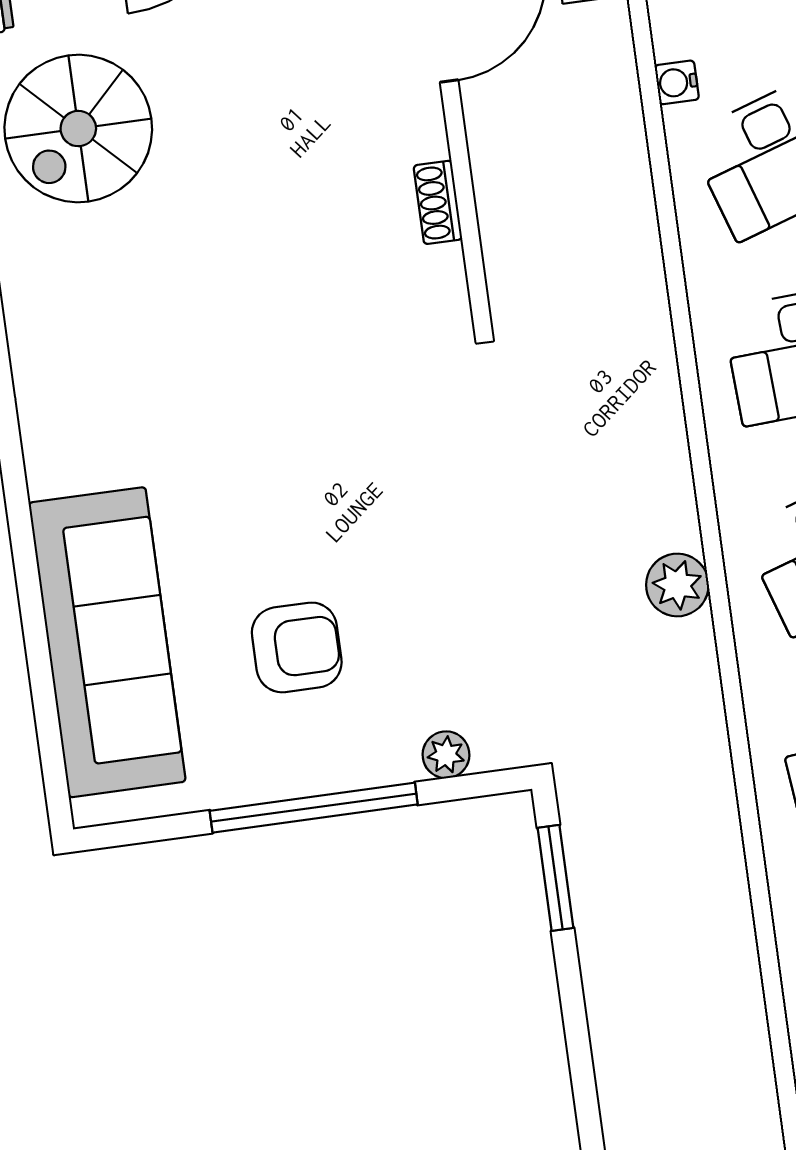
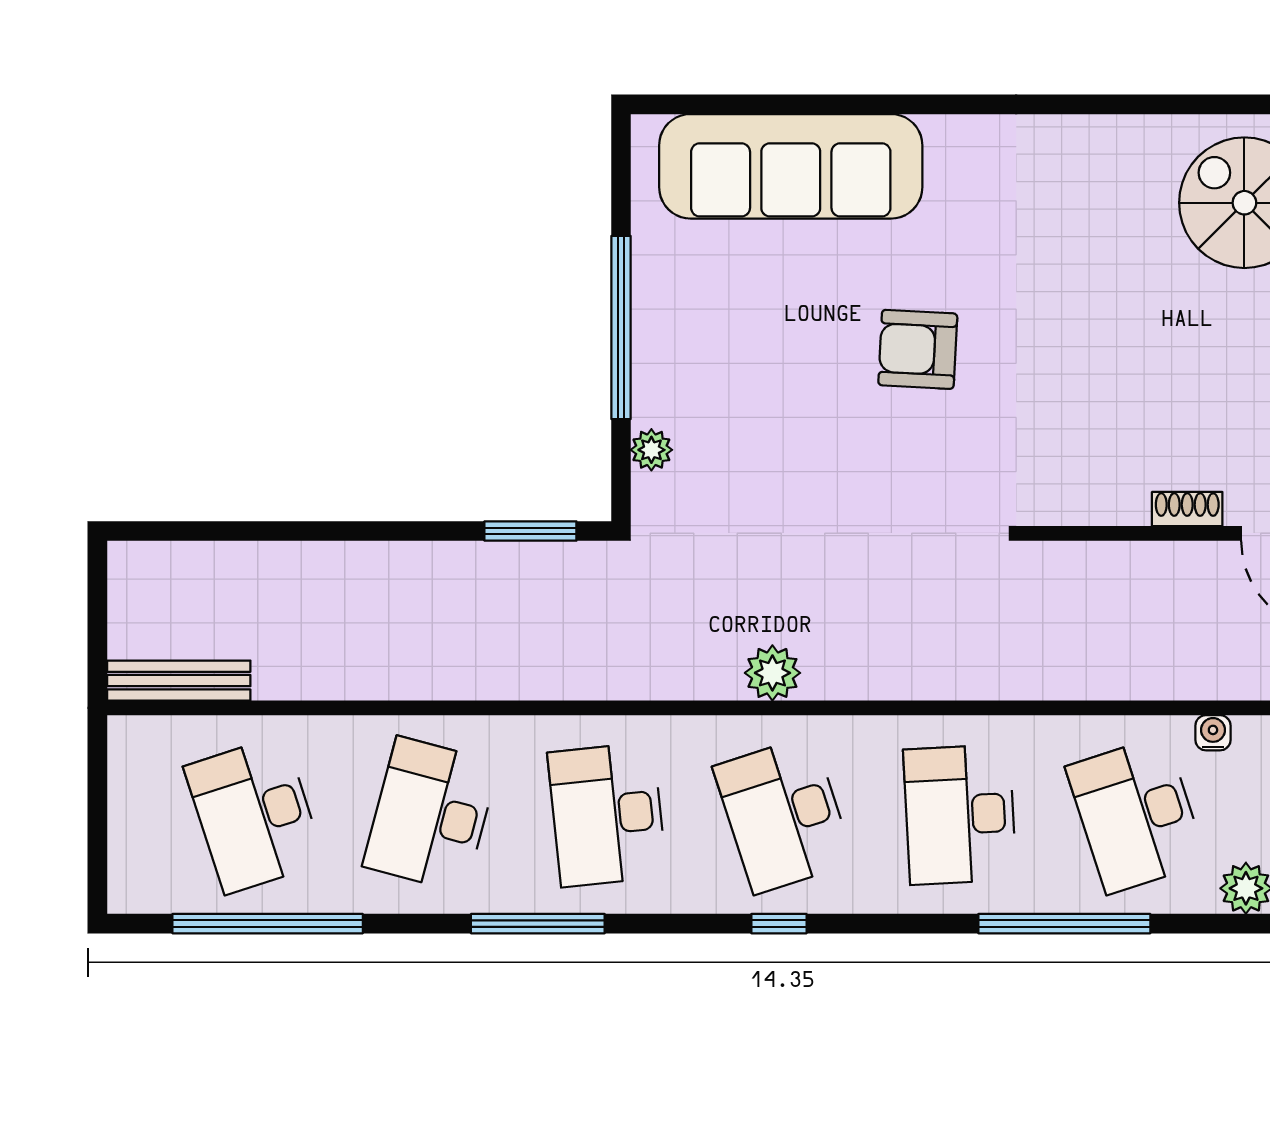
shoe rack: (438, 202) -> (1187, 509), moved
armchair: (297, 647) -> (918, 349), moved, turned 93

